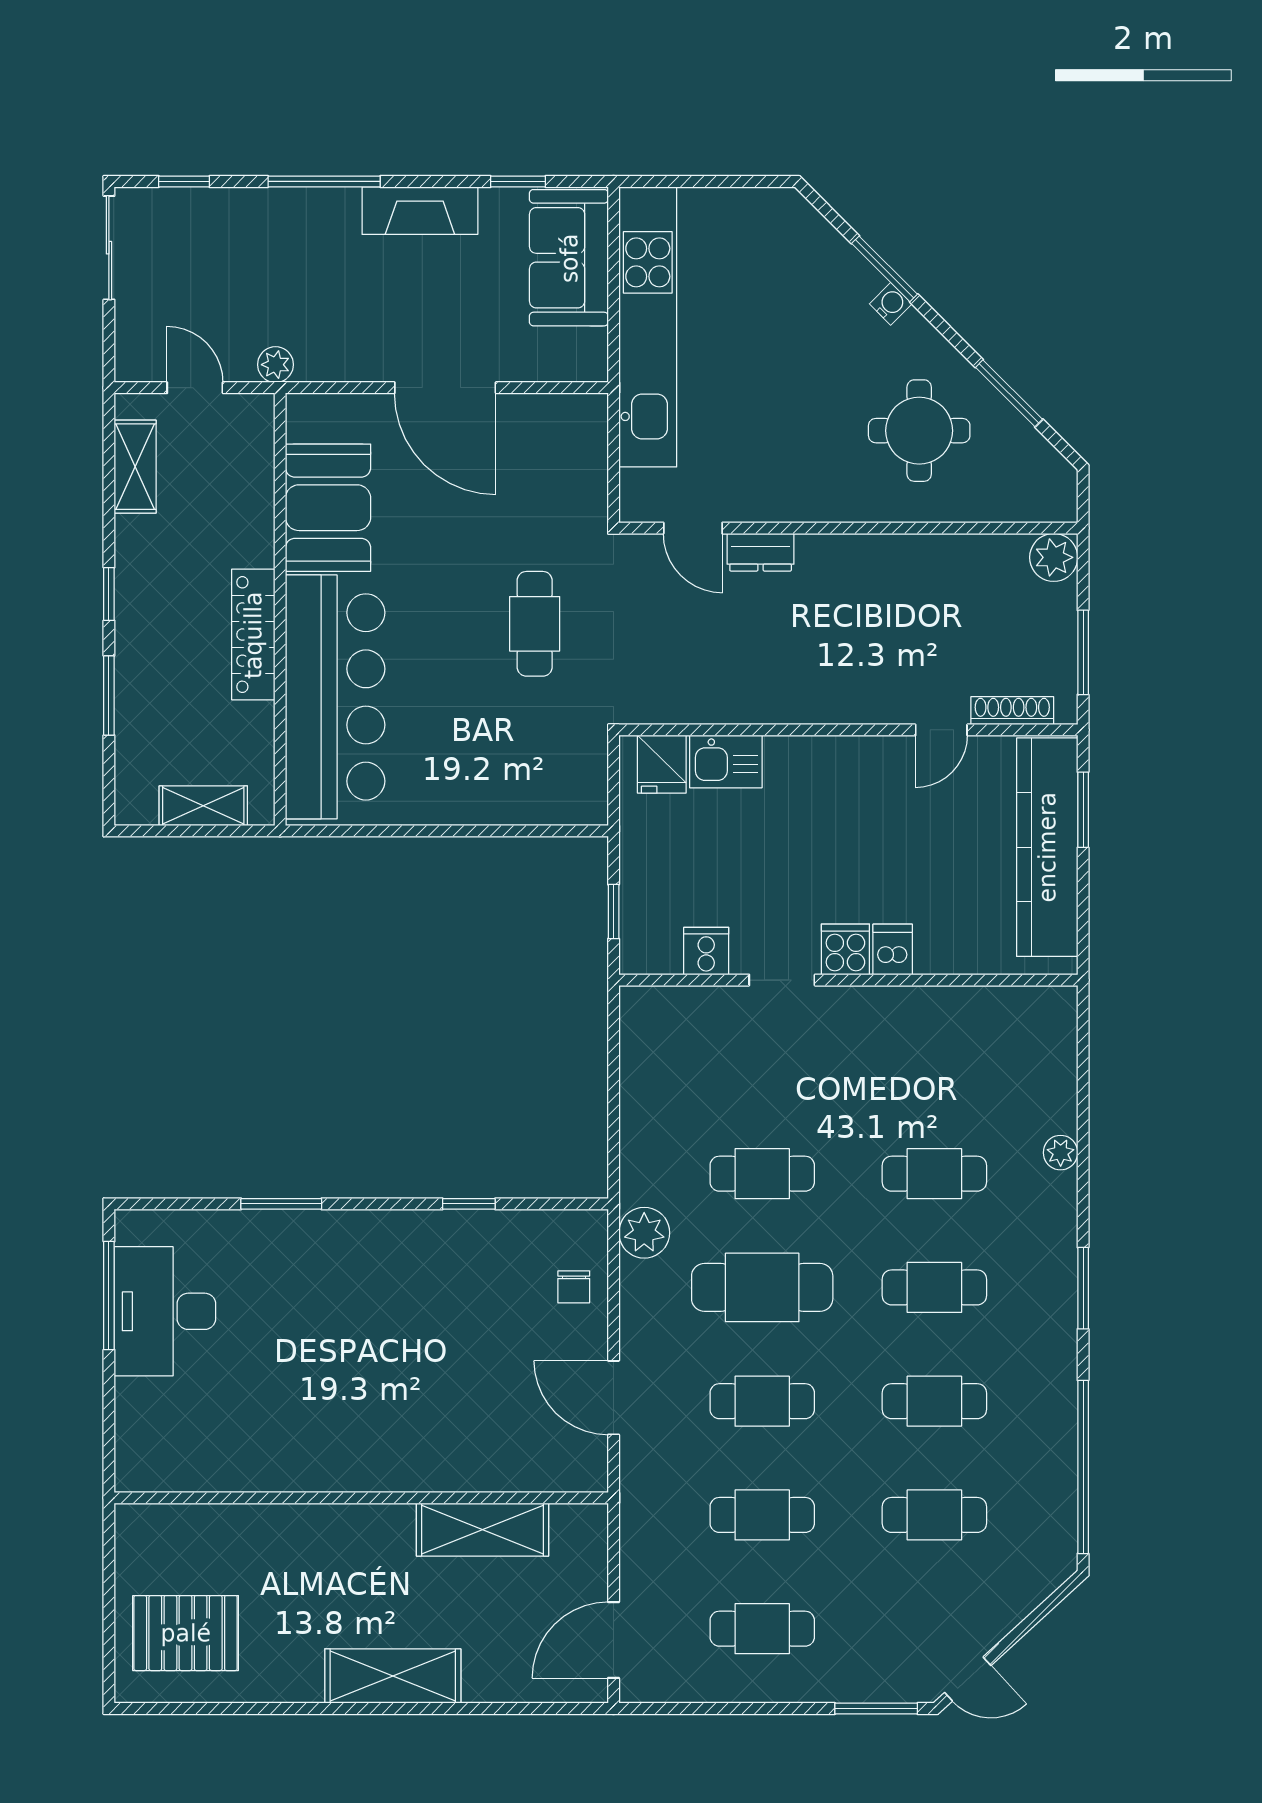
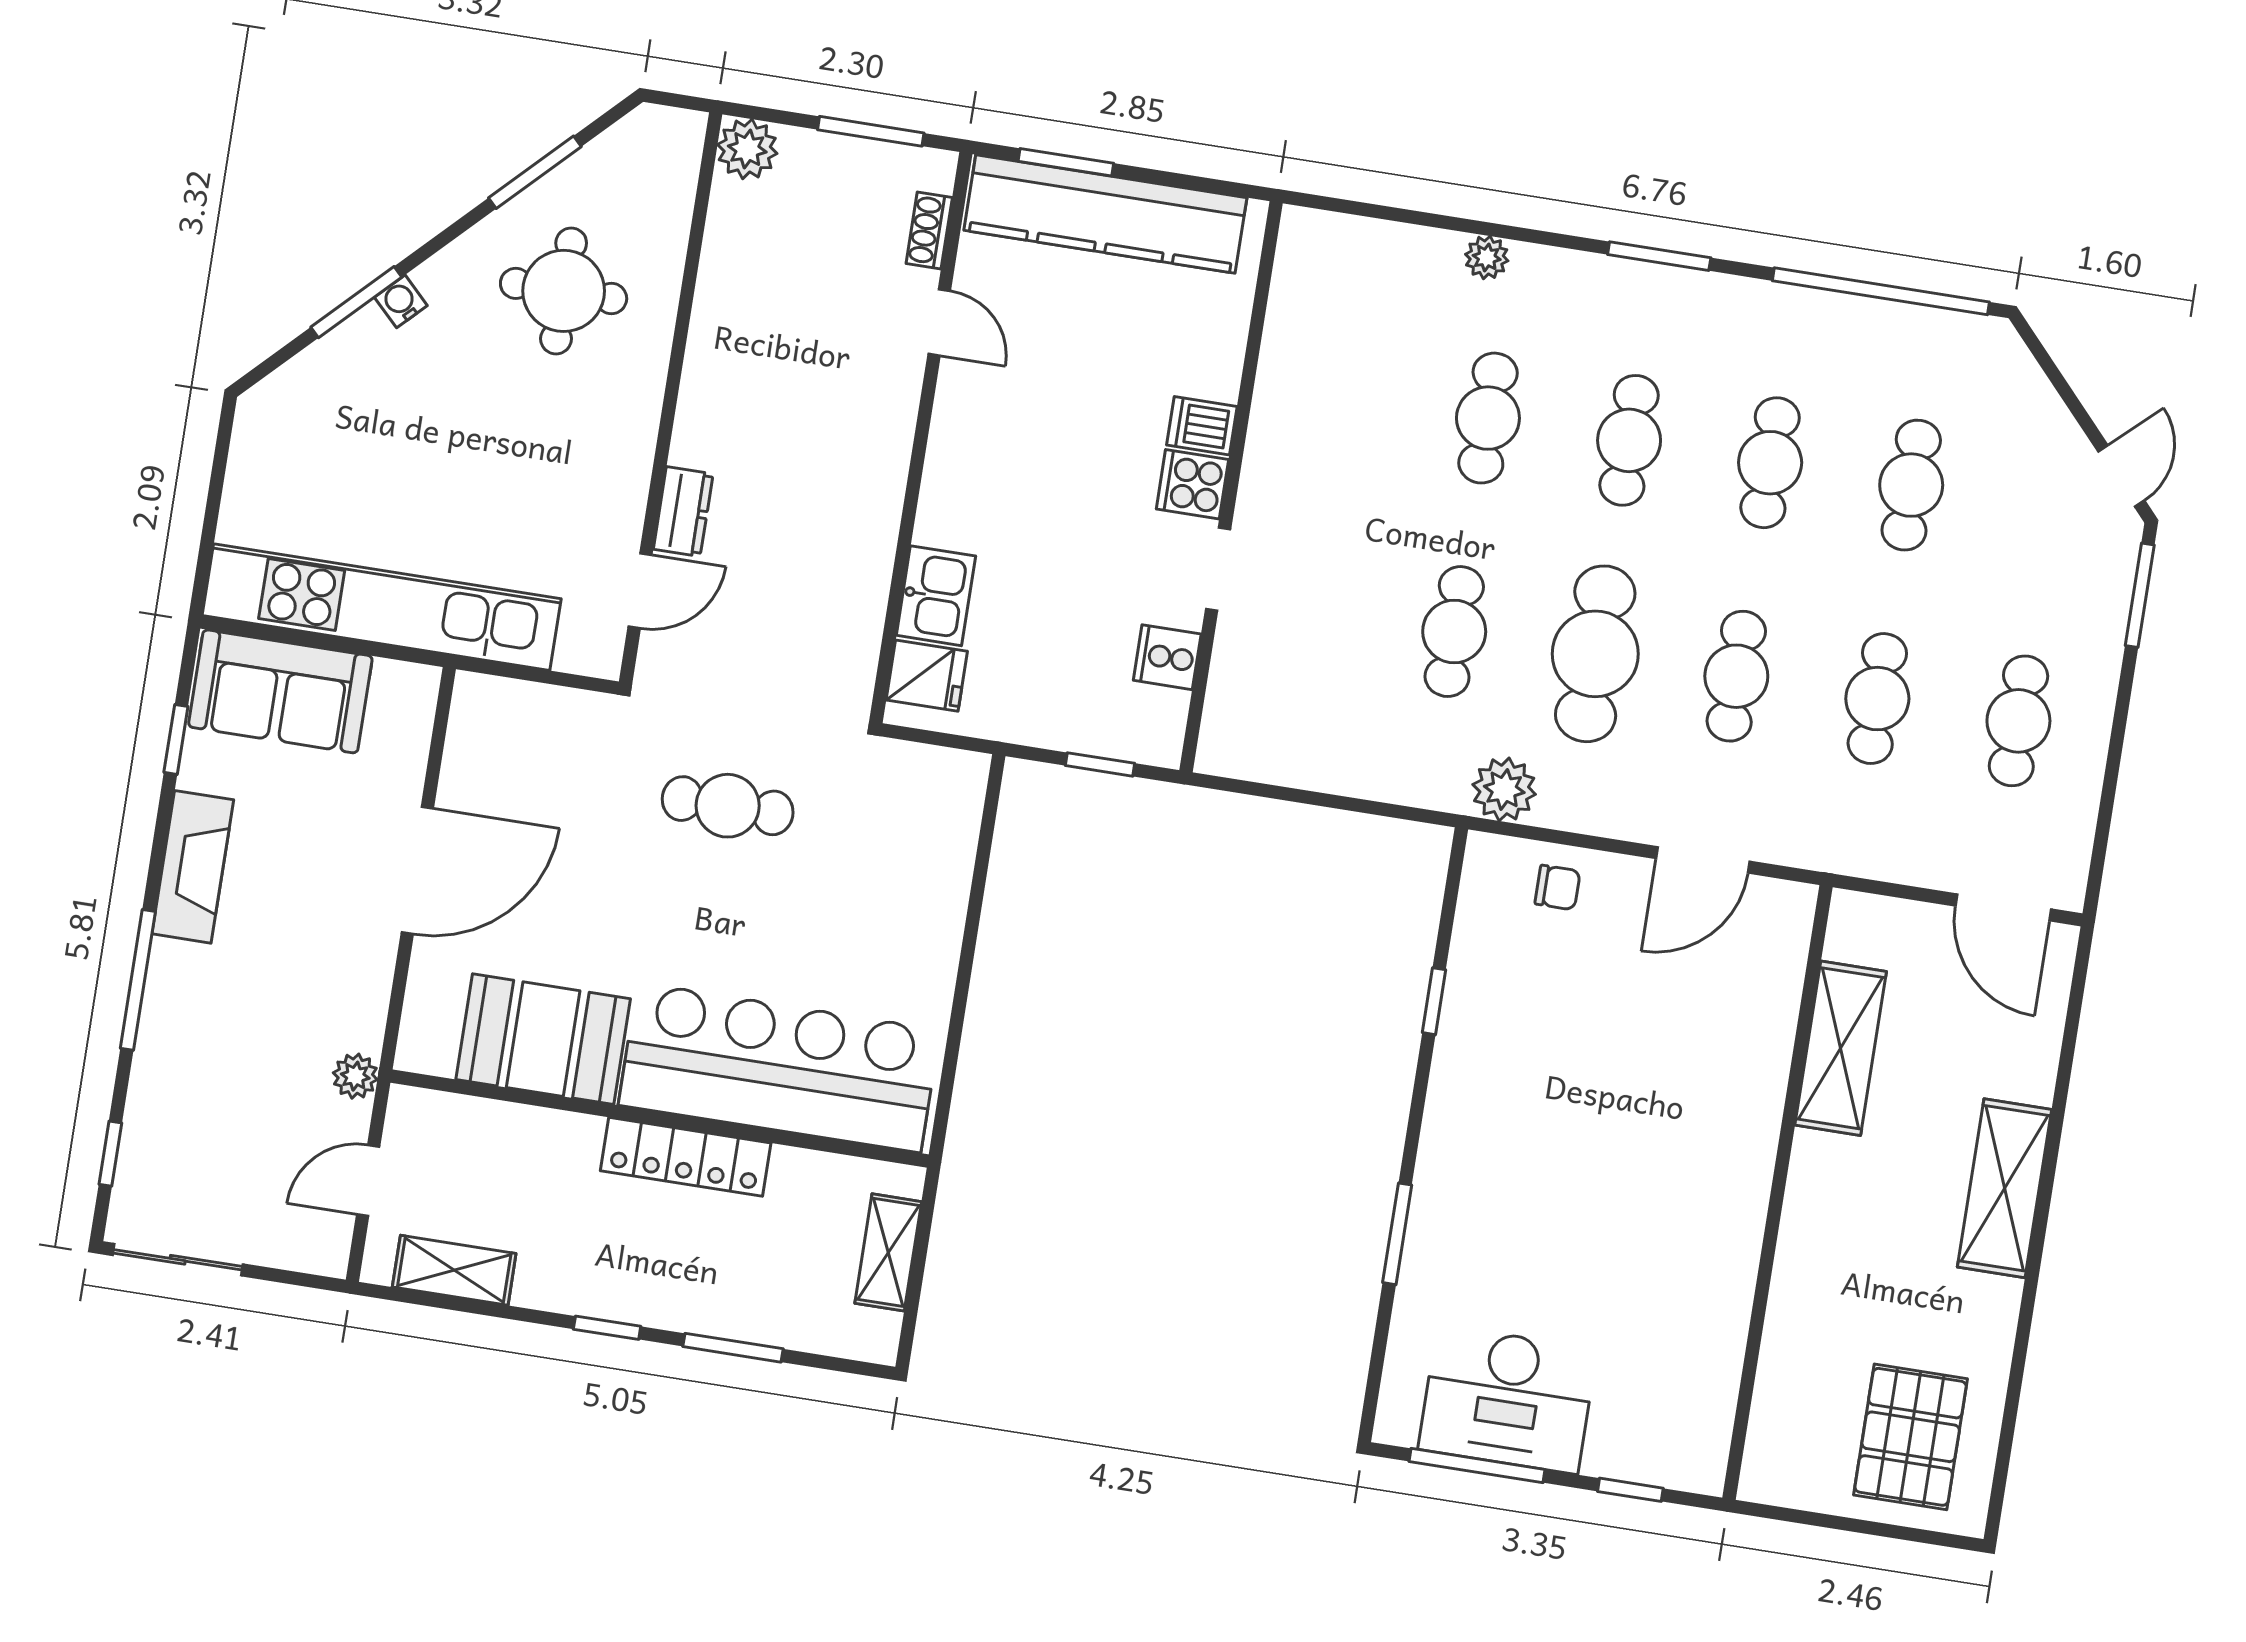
shoe rack: (1012, 711) -> (929, 231), width x0.70
window: (109, 1419) -> (1630, 1490), added

